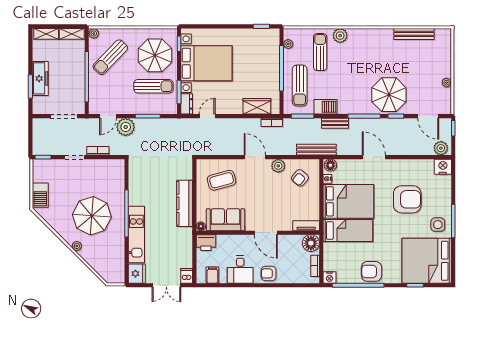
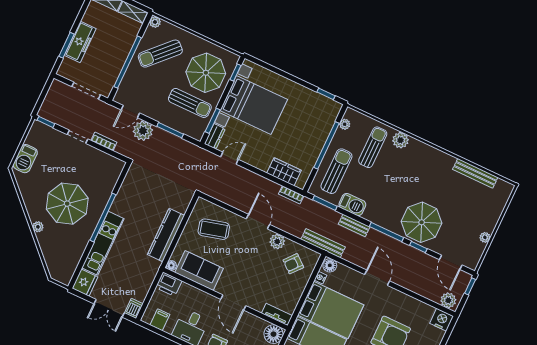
sun lounger: (300, 86) -> (336, 171), turned 180

